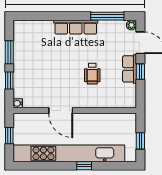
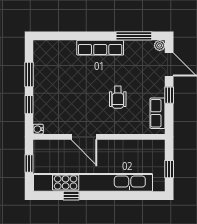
row of seats: (130, 69) -> (158, 113), moved
window: (84, 166) -> (71, 196), moved

